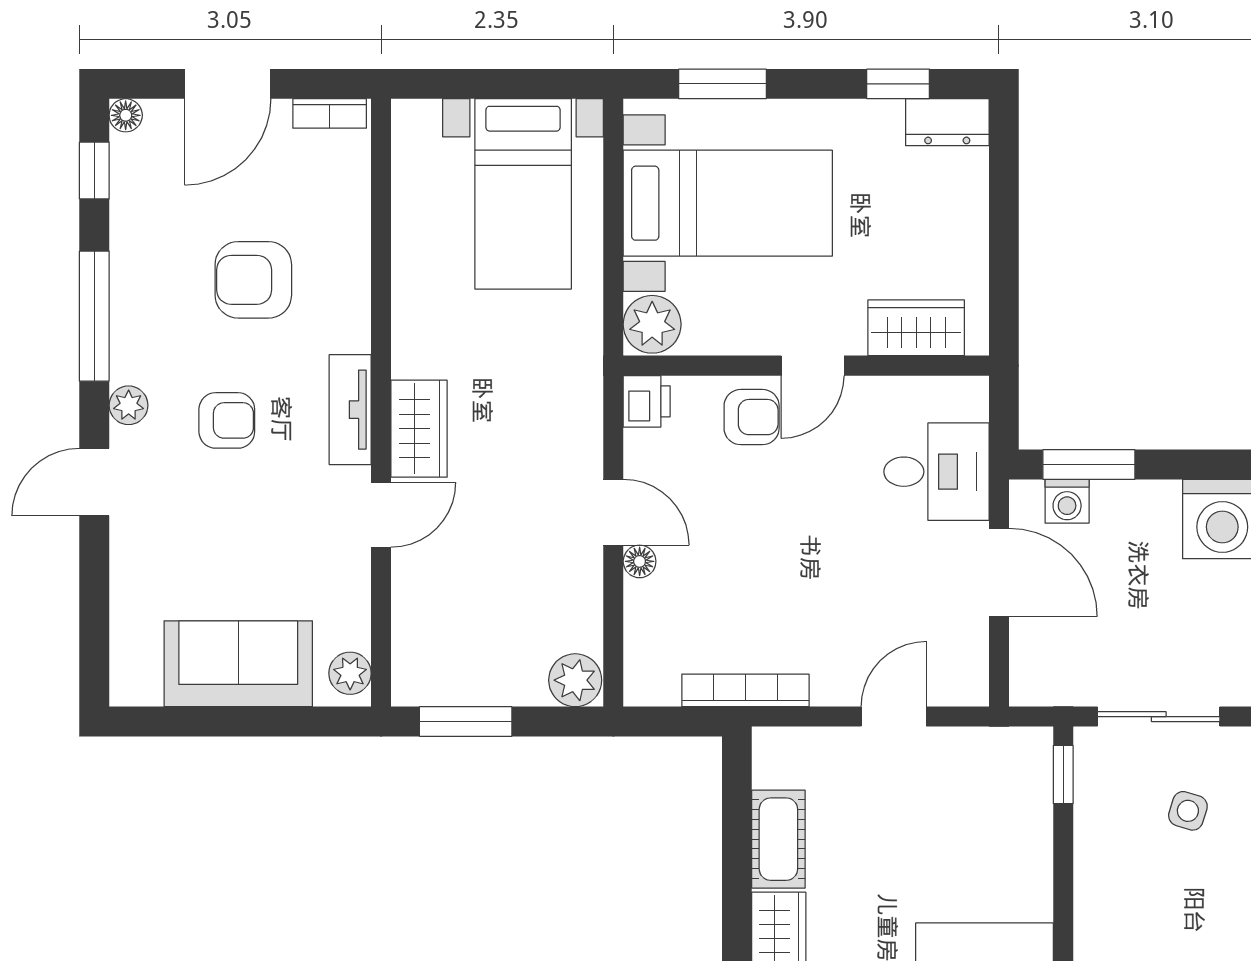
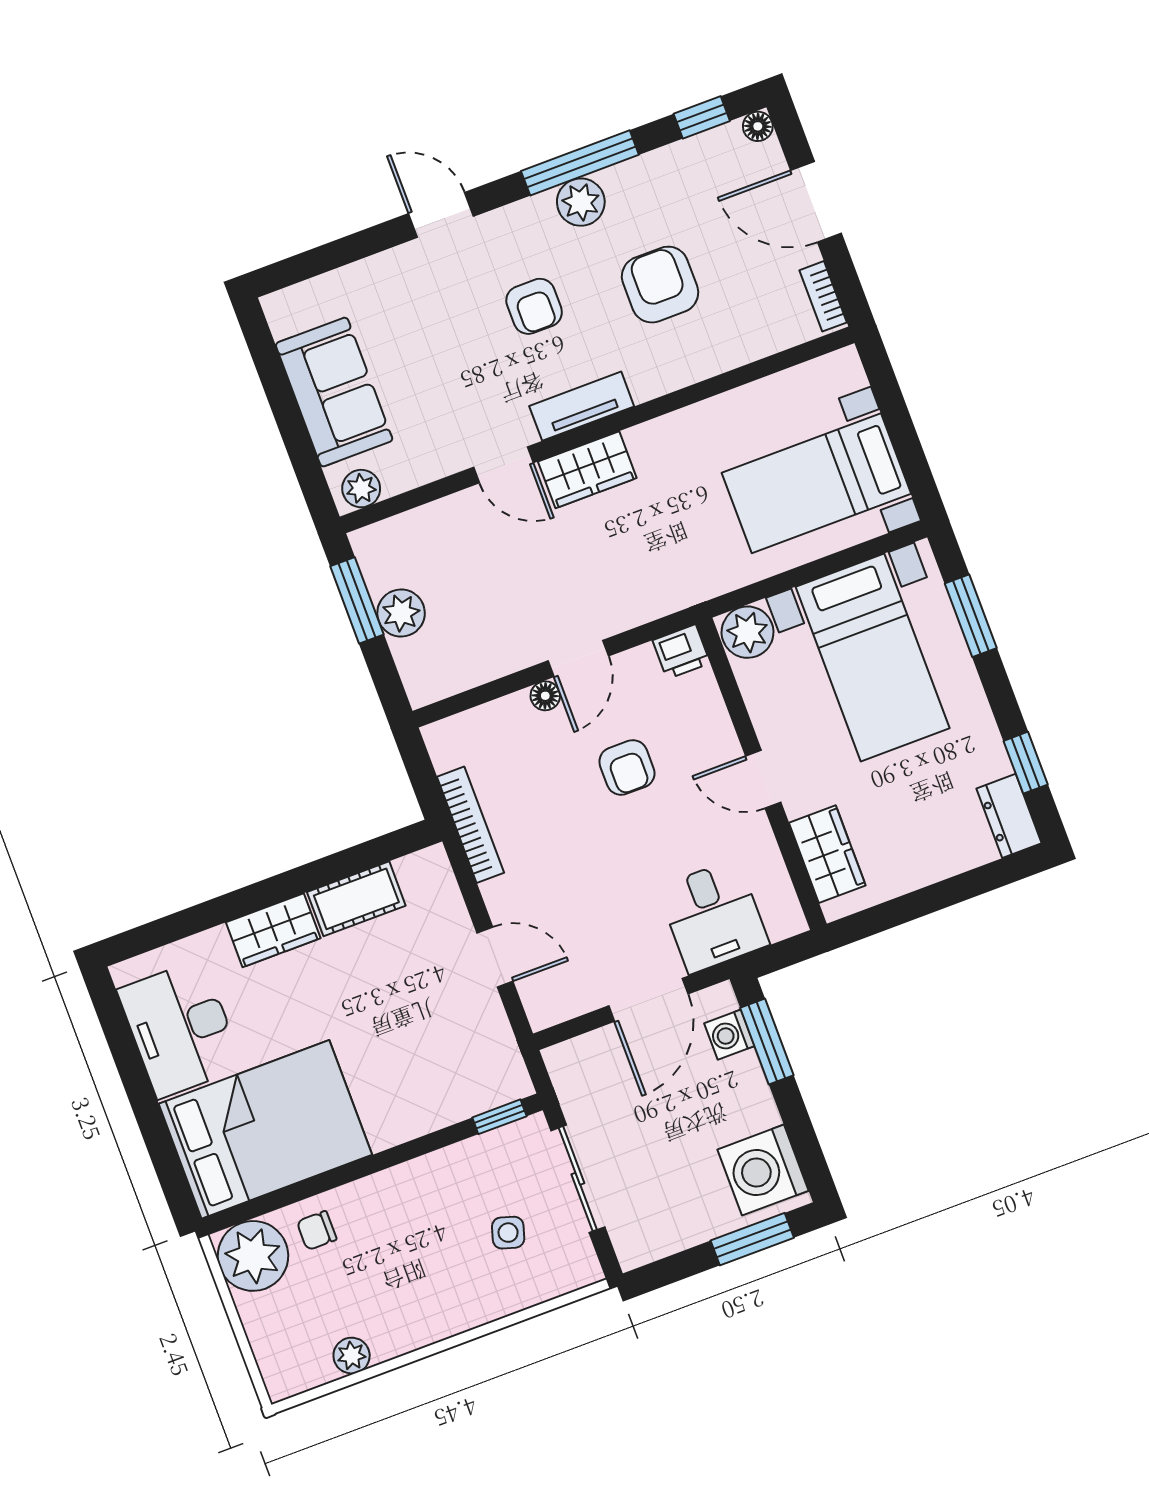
plant: (129, 405) -> (581, 202), moved, width x1.38, depth x1.38
armchair: (752, 417) -> (627, 767), moved
plant: (575, 680) -> (401, 613), moved

